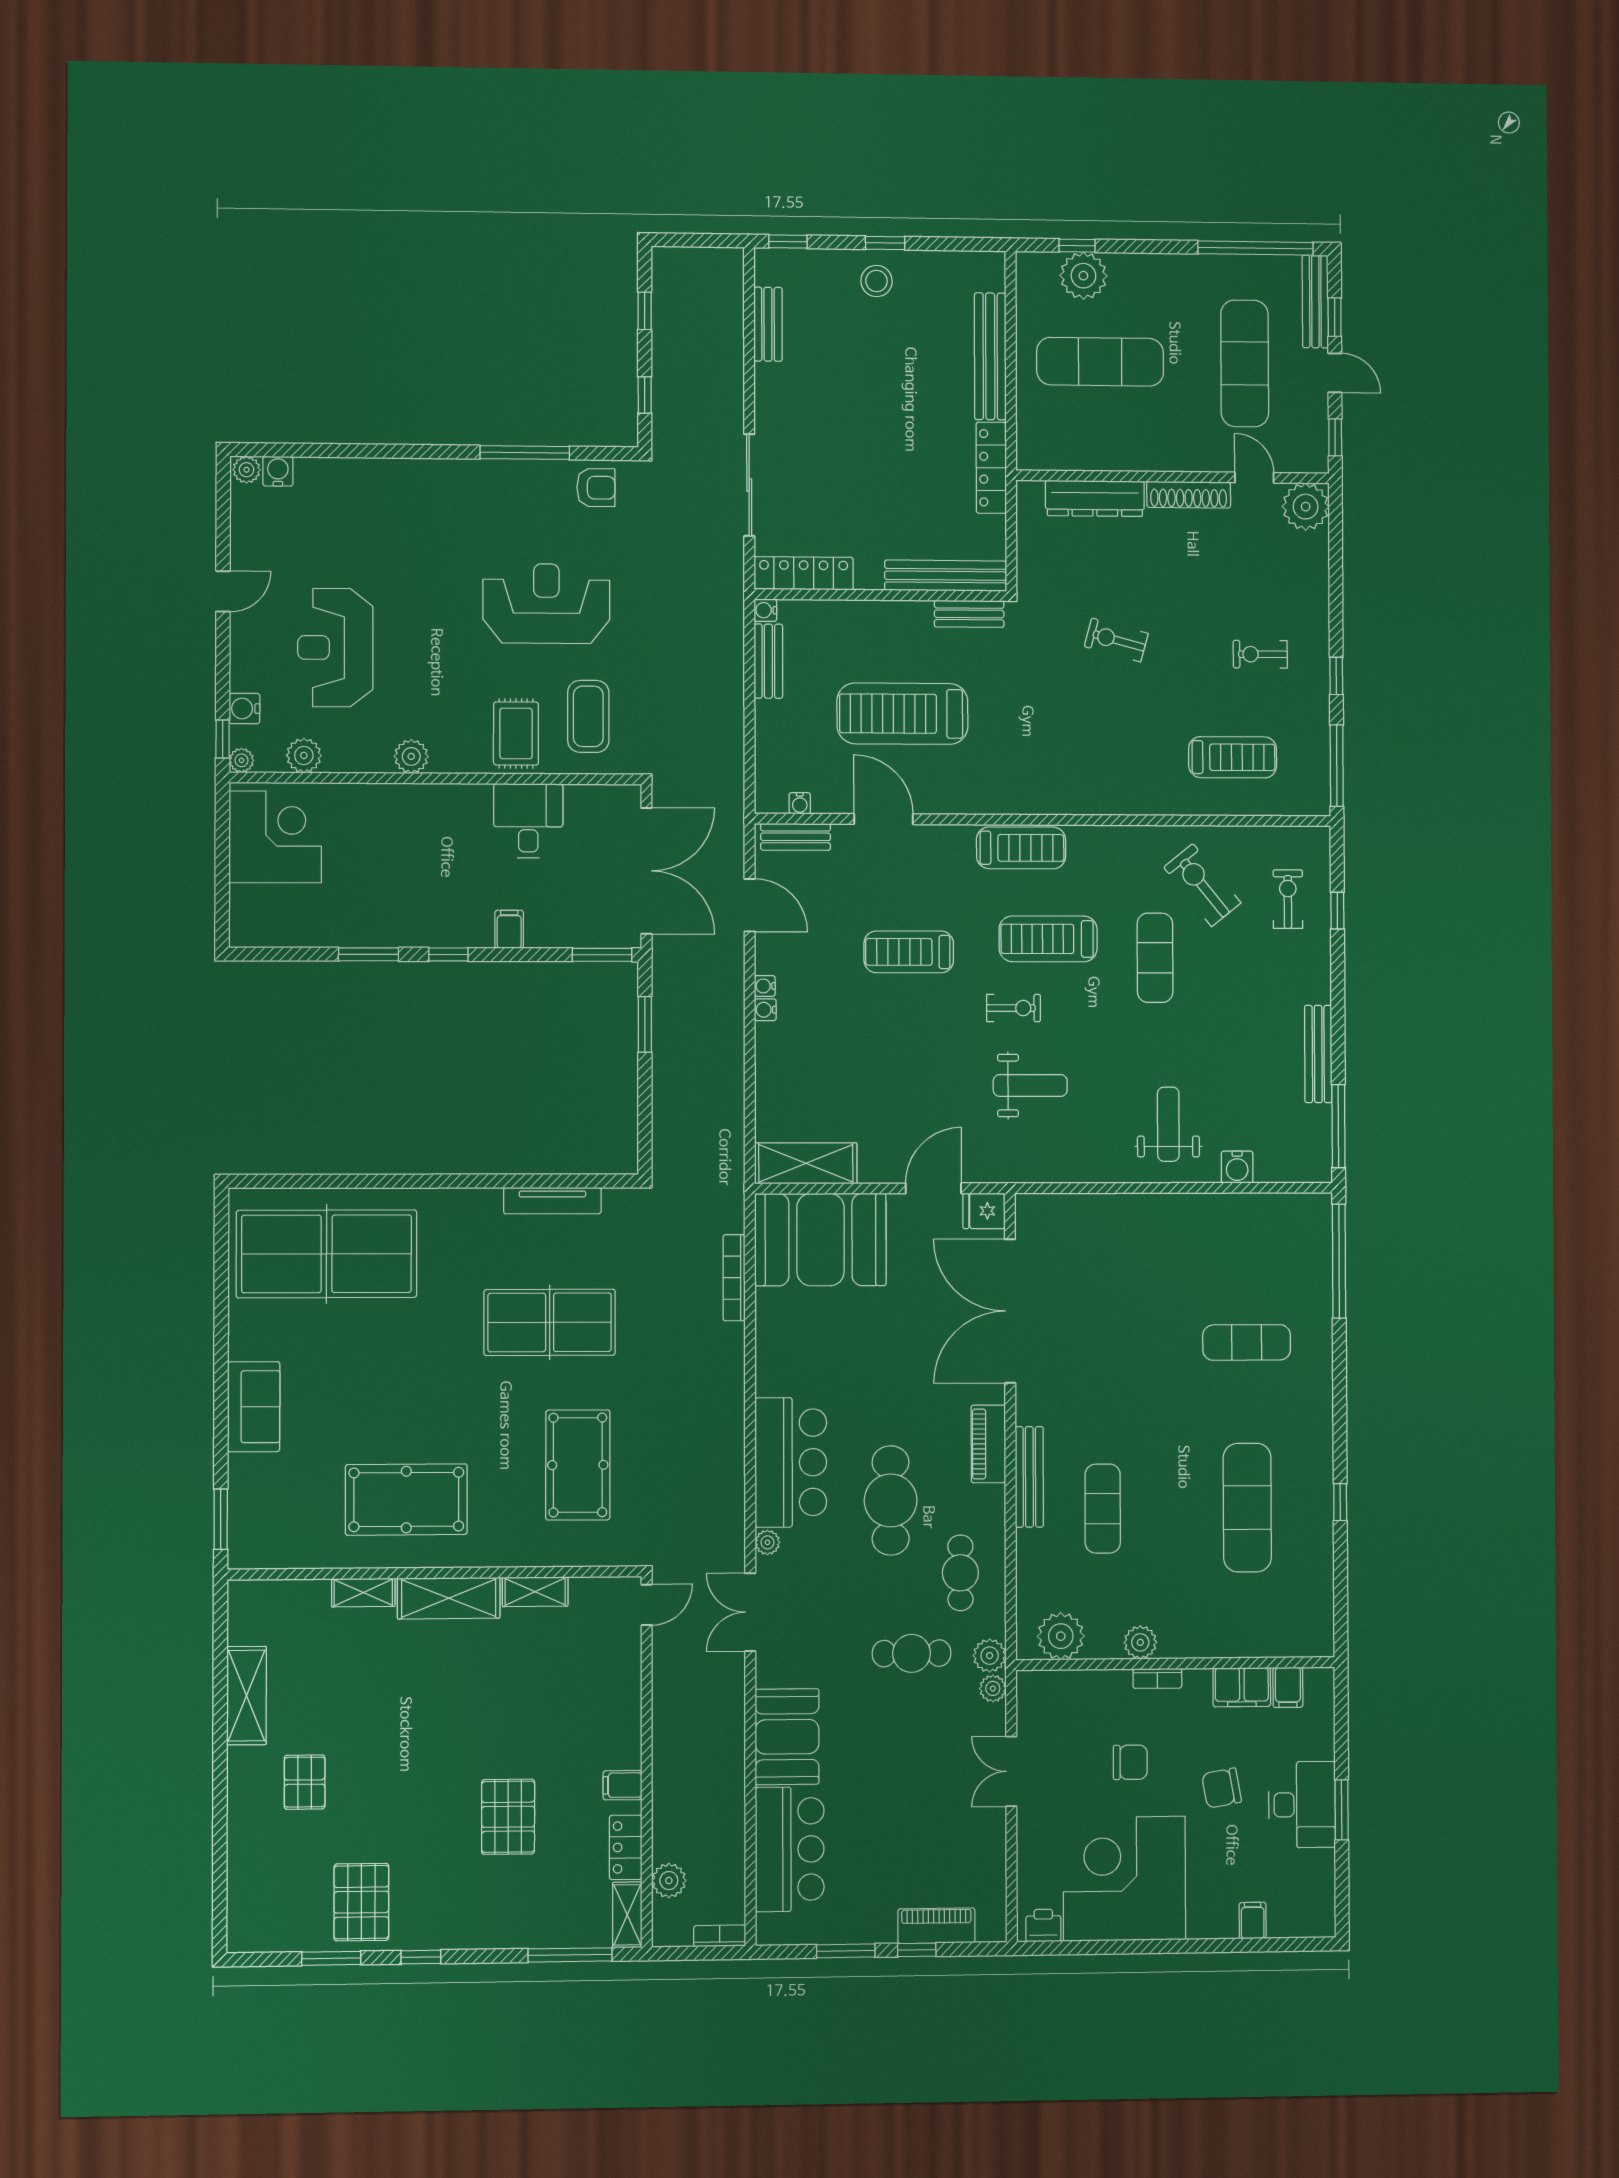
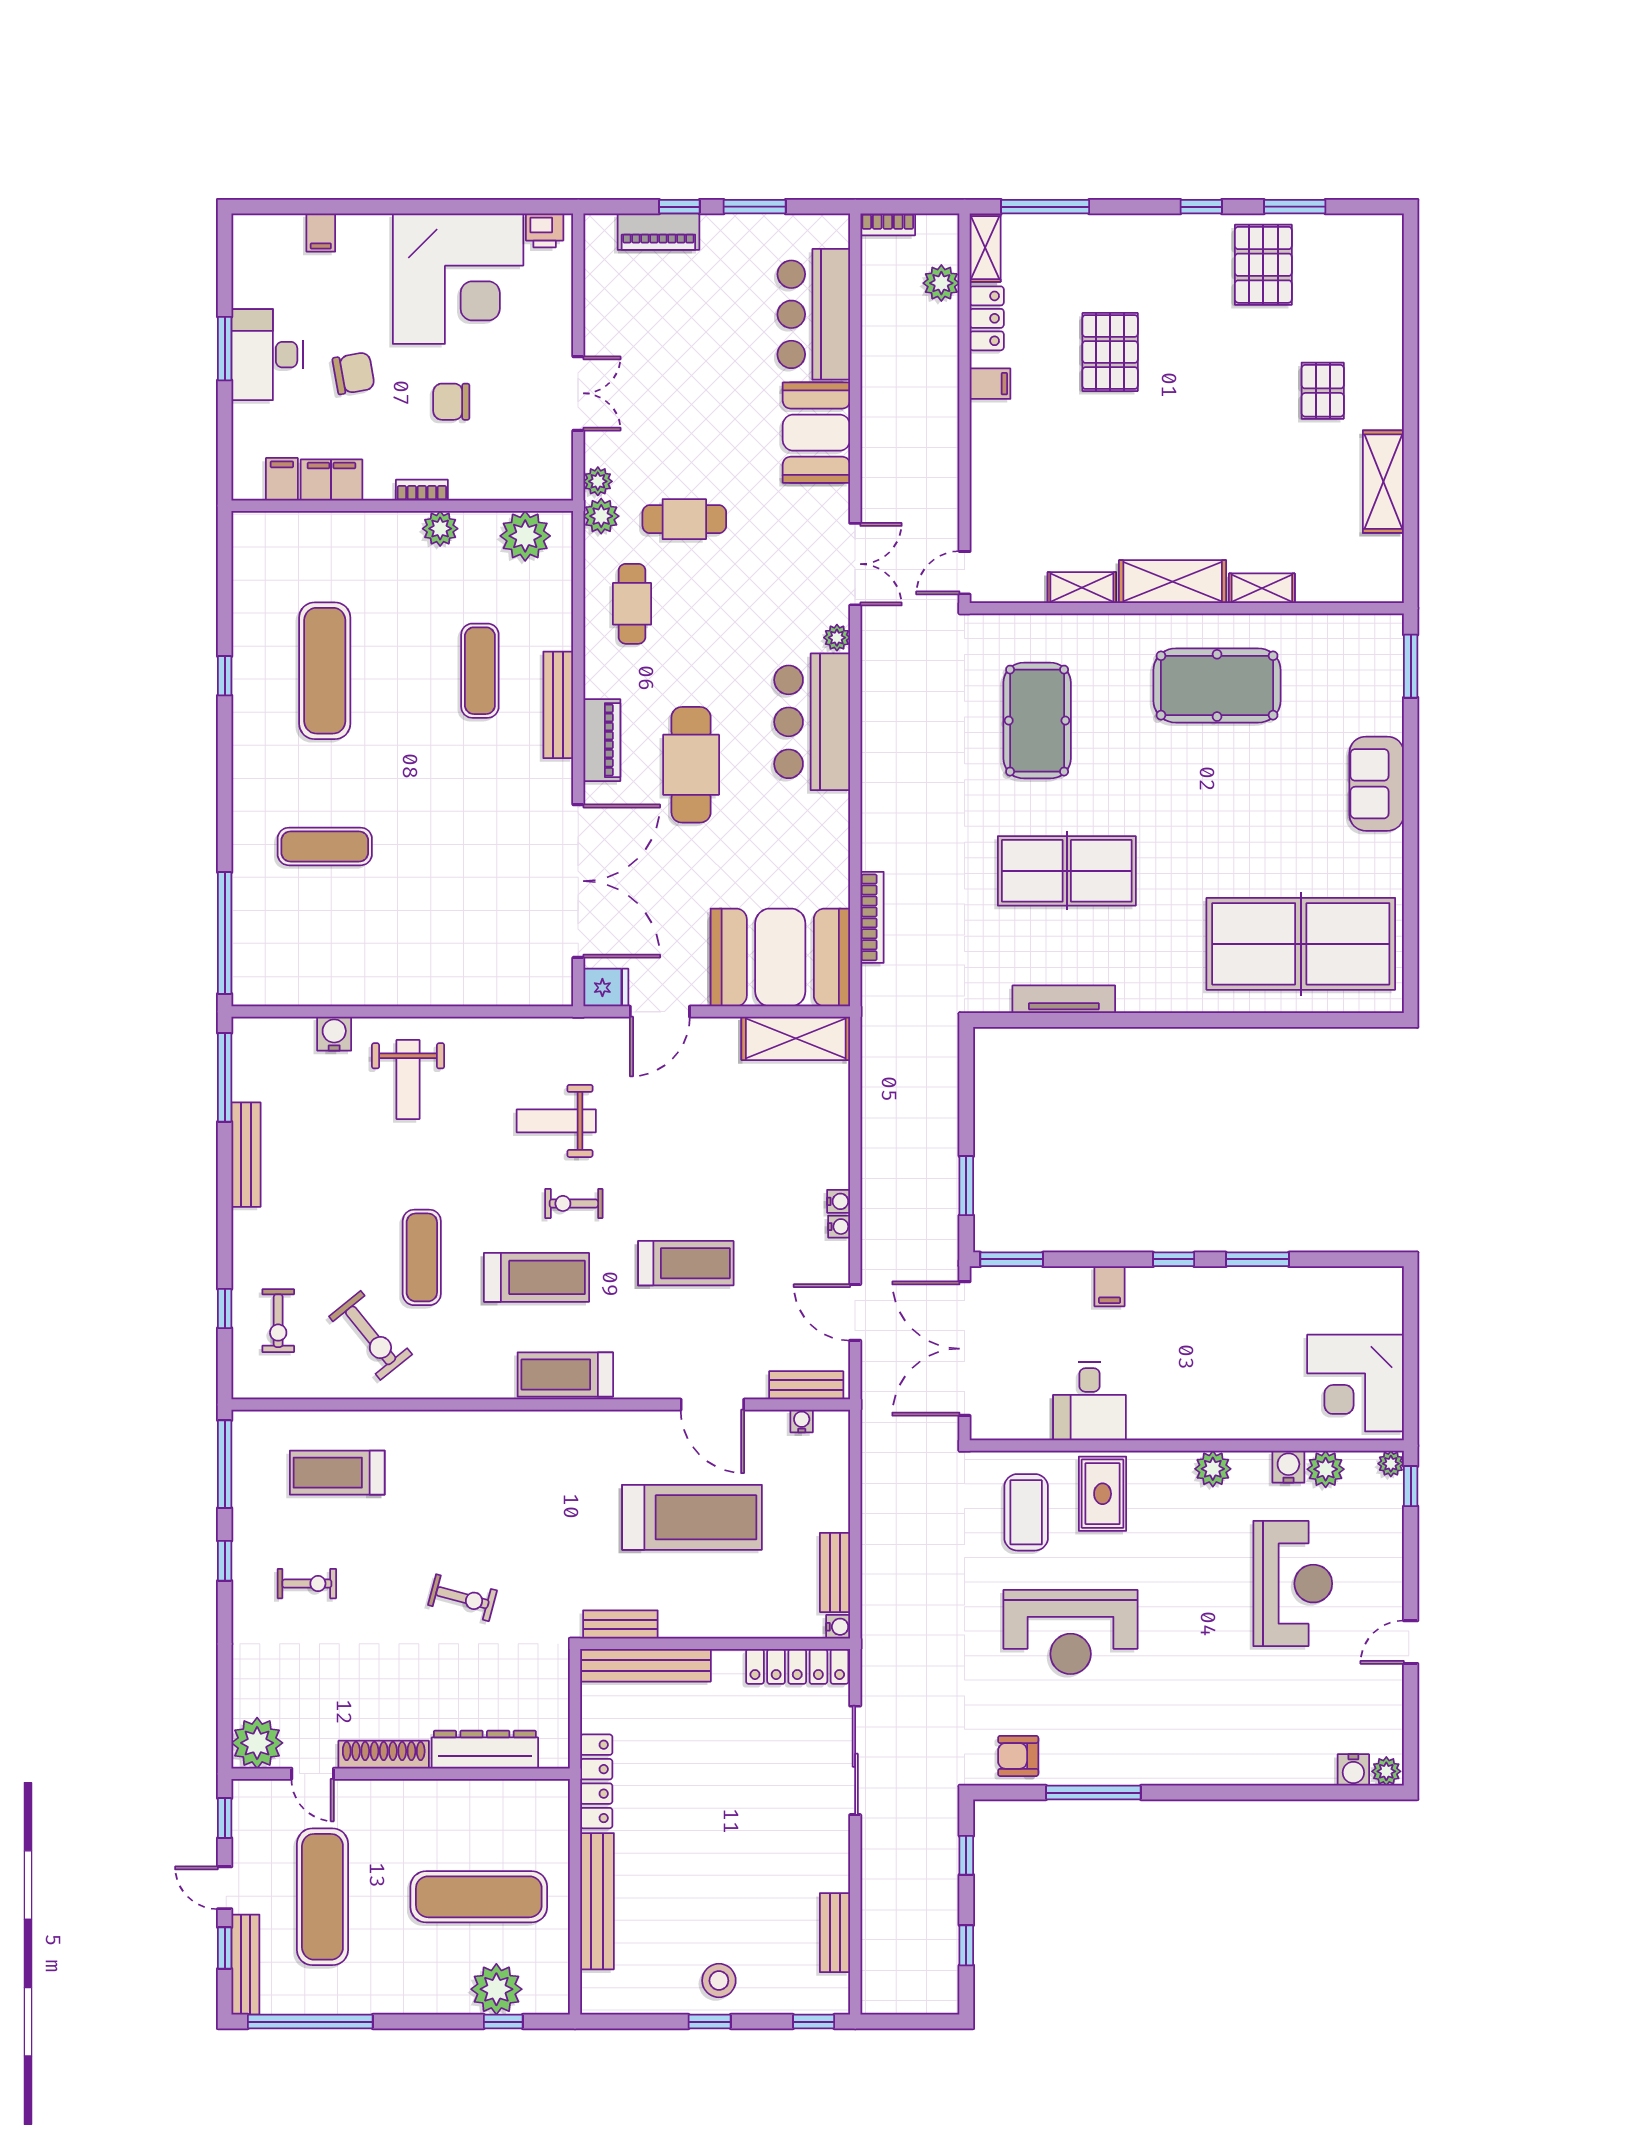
water cooler: (244, 709) -> (1288, 1467), moved, turned -90
cafe table: (891, 1500) -> (691, 765), moved

